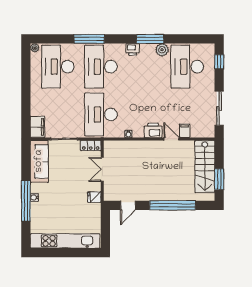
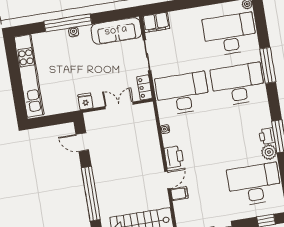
printer: (133, 49) -> (267, 136), moved

